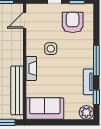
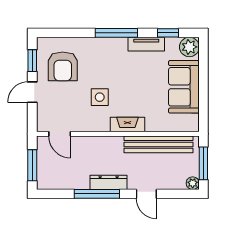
armchair: (73, 22) -> (63, 66), turned -90
sofa: (45, 109) -> (184, 87), moved

